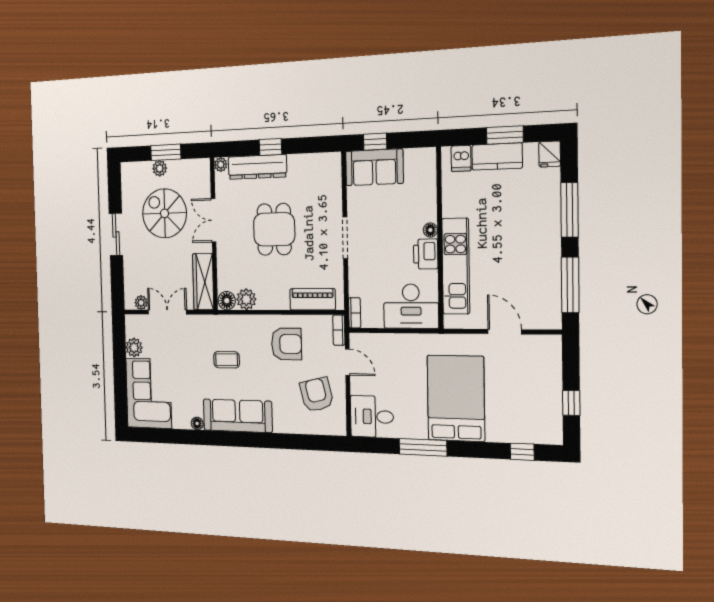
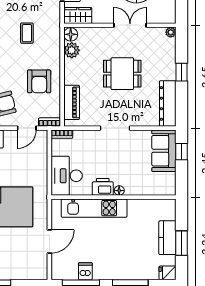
dishwasher: (461, 158) -> (85, 271), moved, turned 90
dresser: (257, 167) -> (168, 103), moved
wardrobe: (203, 282) -> (78, 15), width x0.67

